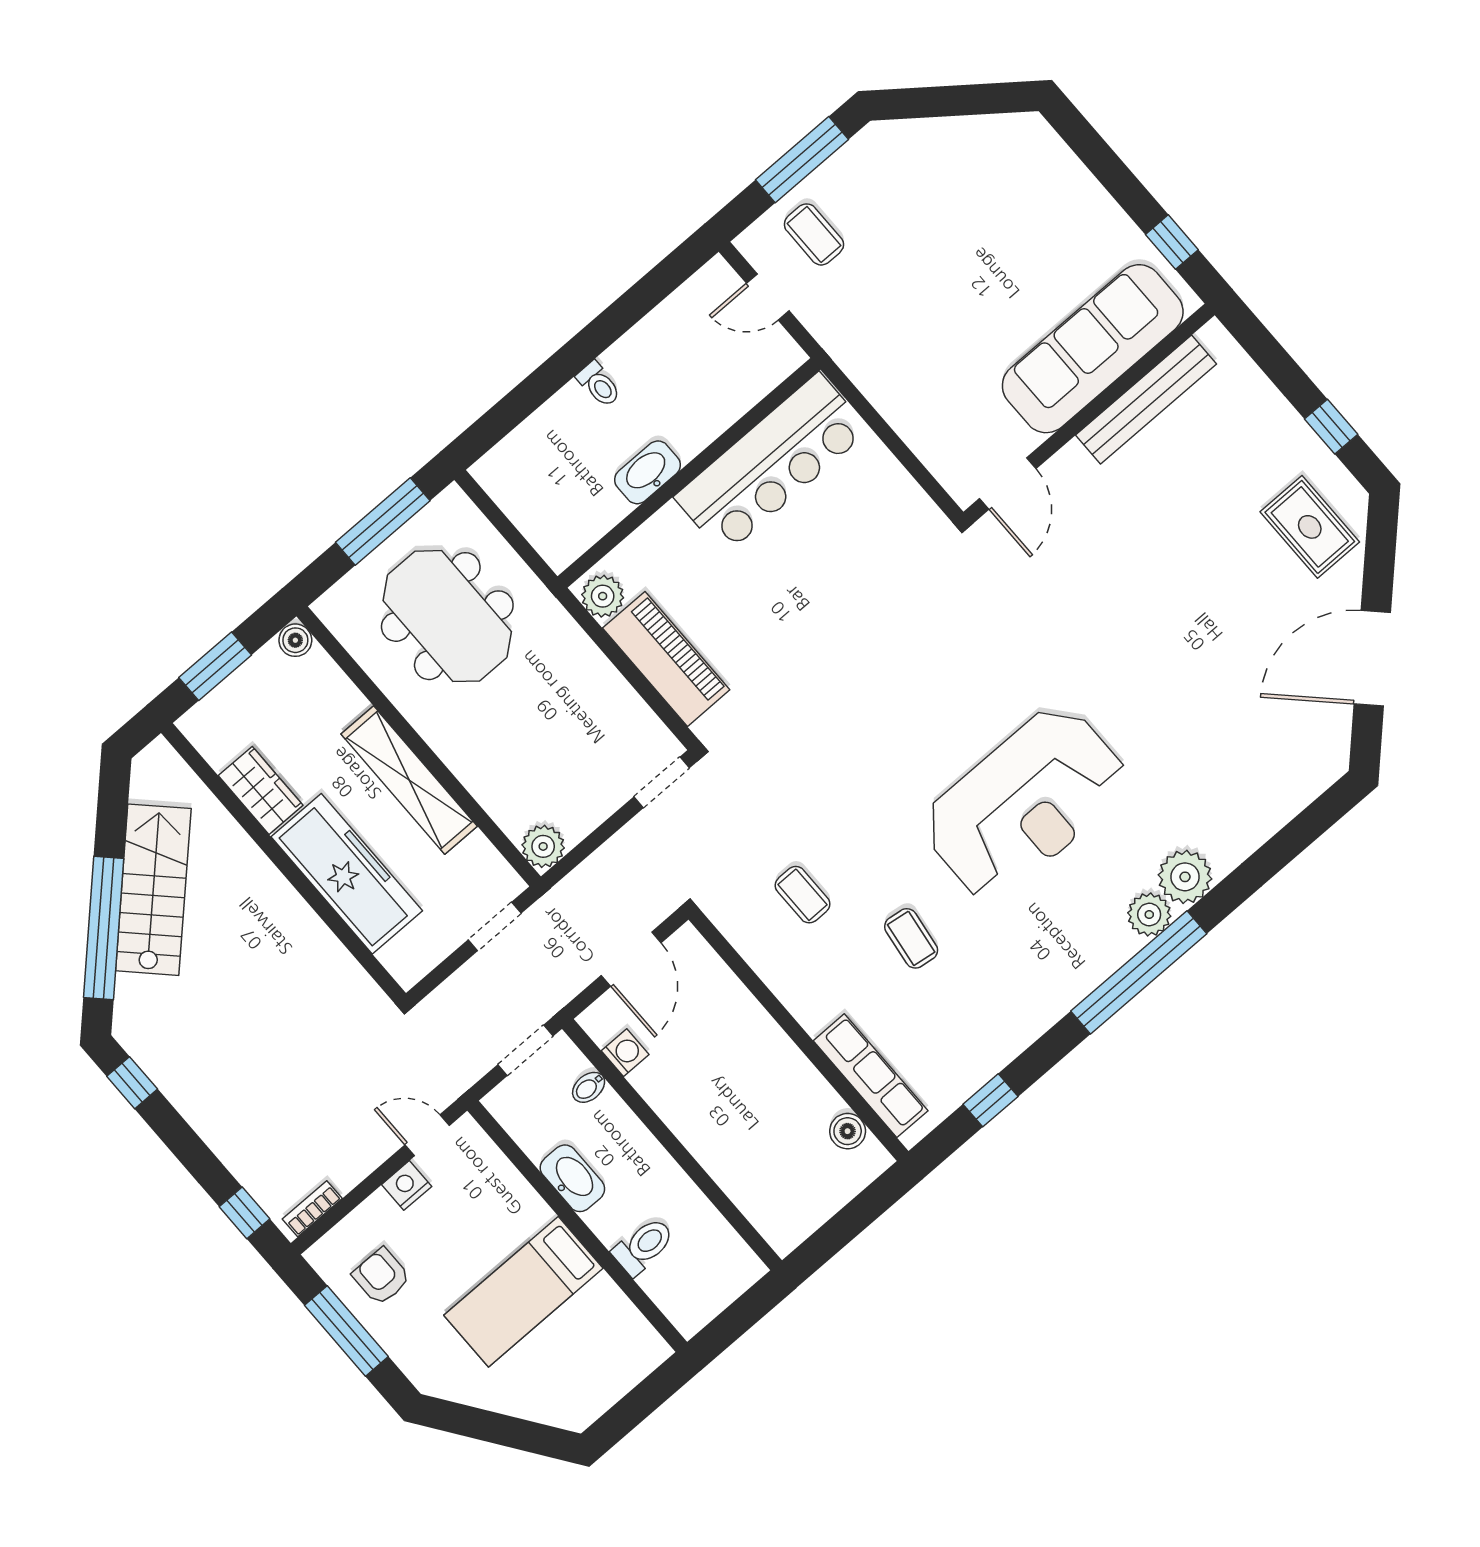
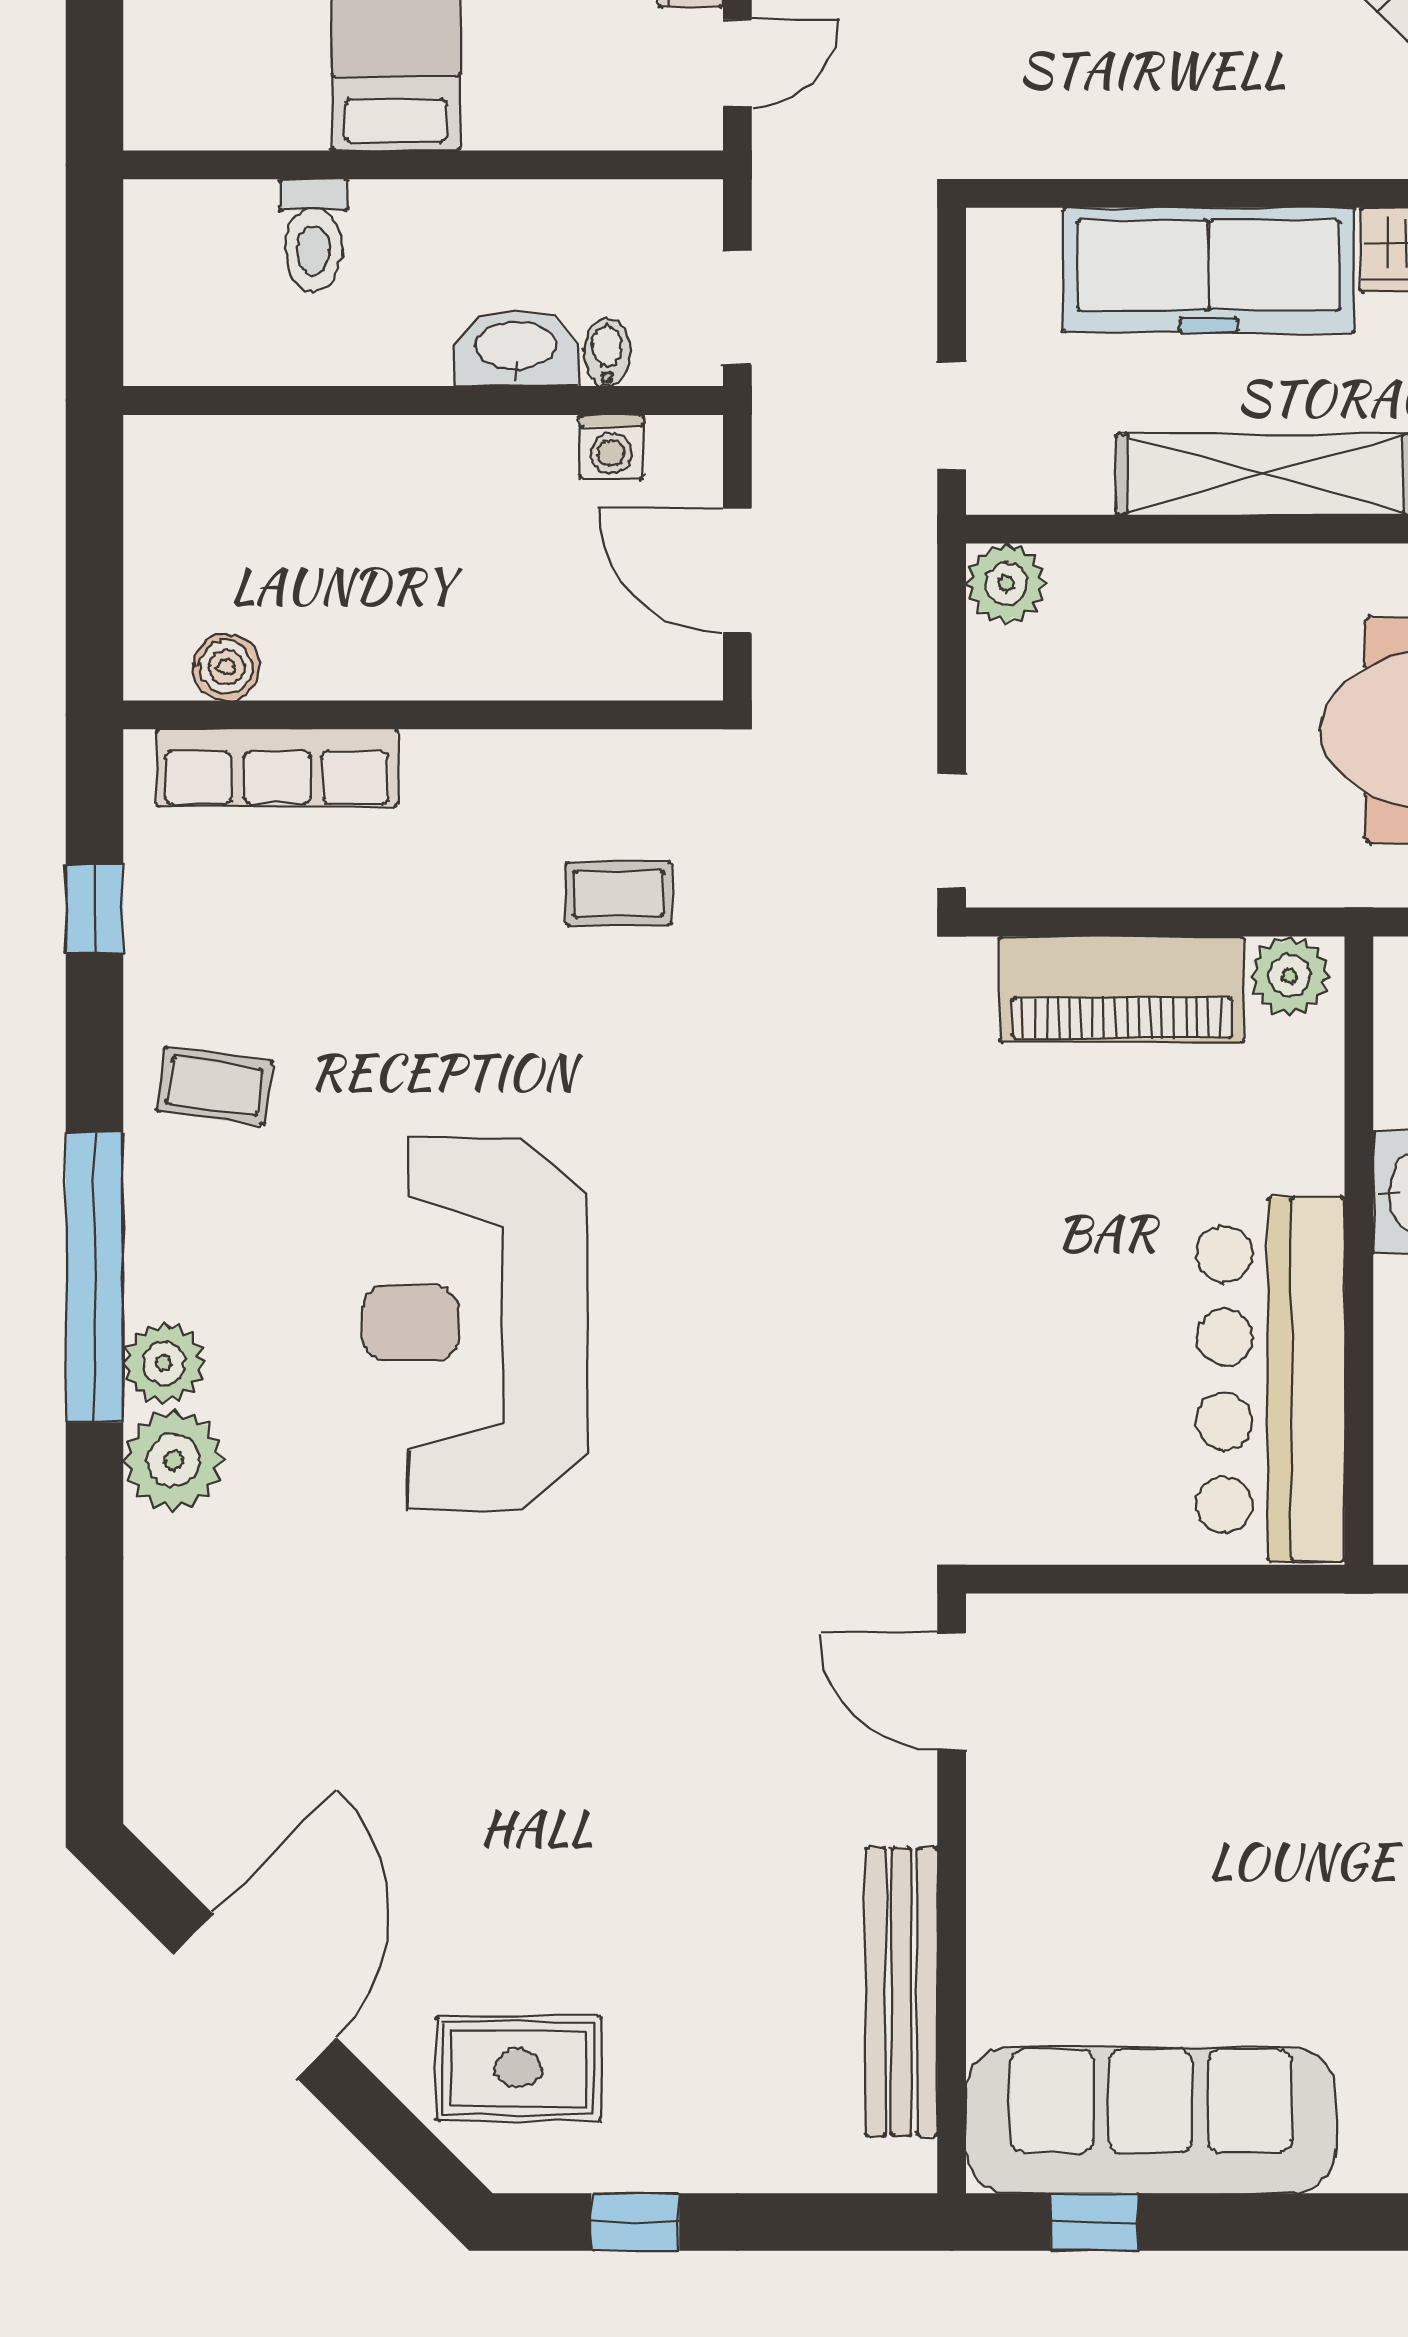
sofa: (1093, 349) -> (1151, 2120), moved, turned -90
coffee table: (911, 938) -> (214, 1086), moved
washbasin: (572, 1178) -> (516, 348), moved, turned 180

